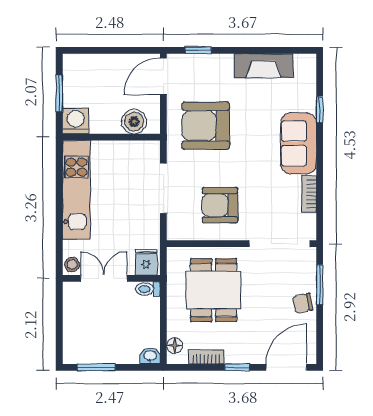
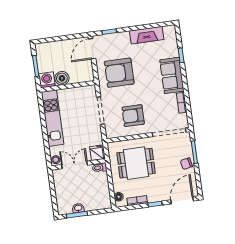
boiler: (134, 122) -> (62, 78), moved
dining table: (214, 290) -> (136, 163), turned 90
washbasin: (150, 356) -> (78, 208), moved

